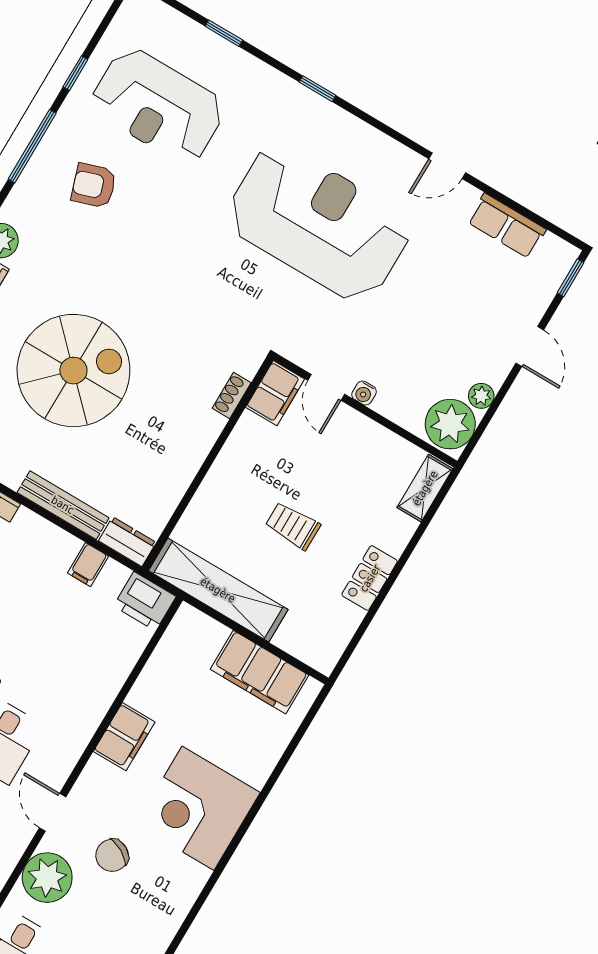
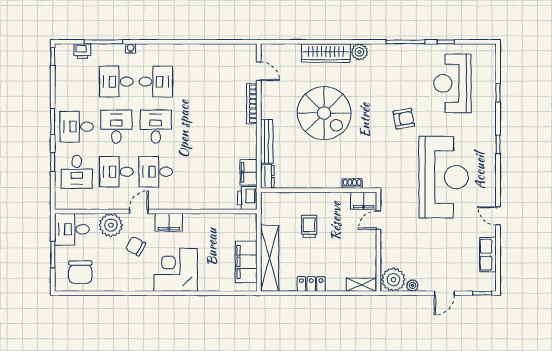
armchair: (94, 186) -> (404, 119), moved, turned 98
water cooler: (364, 393) -> (385, 237), removed
trolley: (293, 526) -> (309, 226), moved
filing cabinet: (88, 565) -> (248, 172), width x2.00
shelving: (218, 590) -> (270, 258), moved
filing cabinet: (124, 737) -> (169, 222), moved

